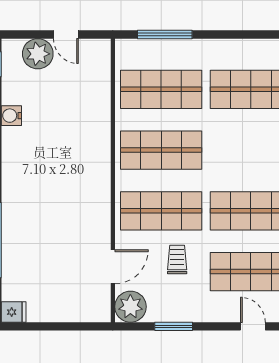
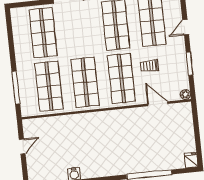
plant: (38, 54) -> (35, 162), removed
plant: (130, 307) -> (185, 95), width x0.53, depth x0.53
door: (253, 326) -> (186, 27), moved

